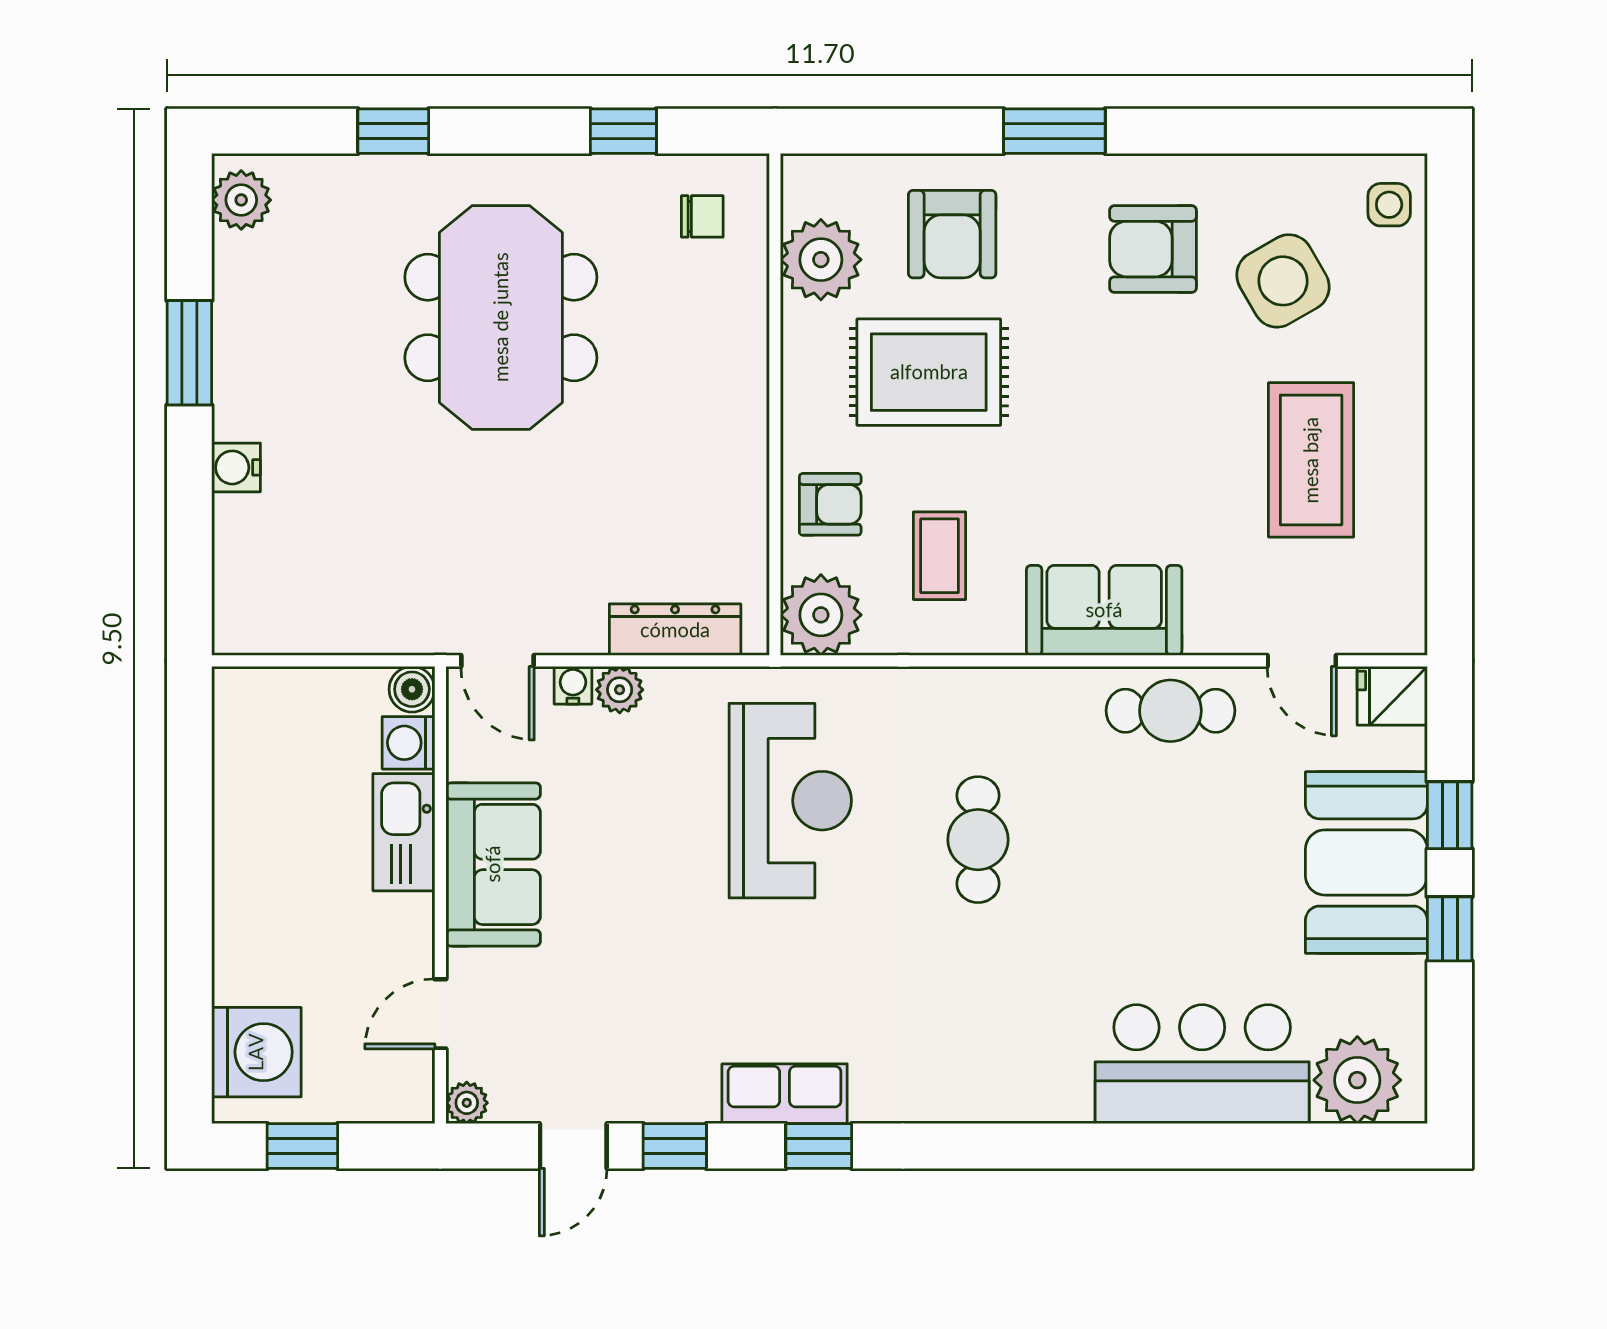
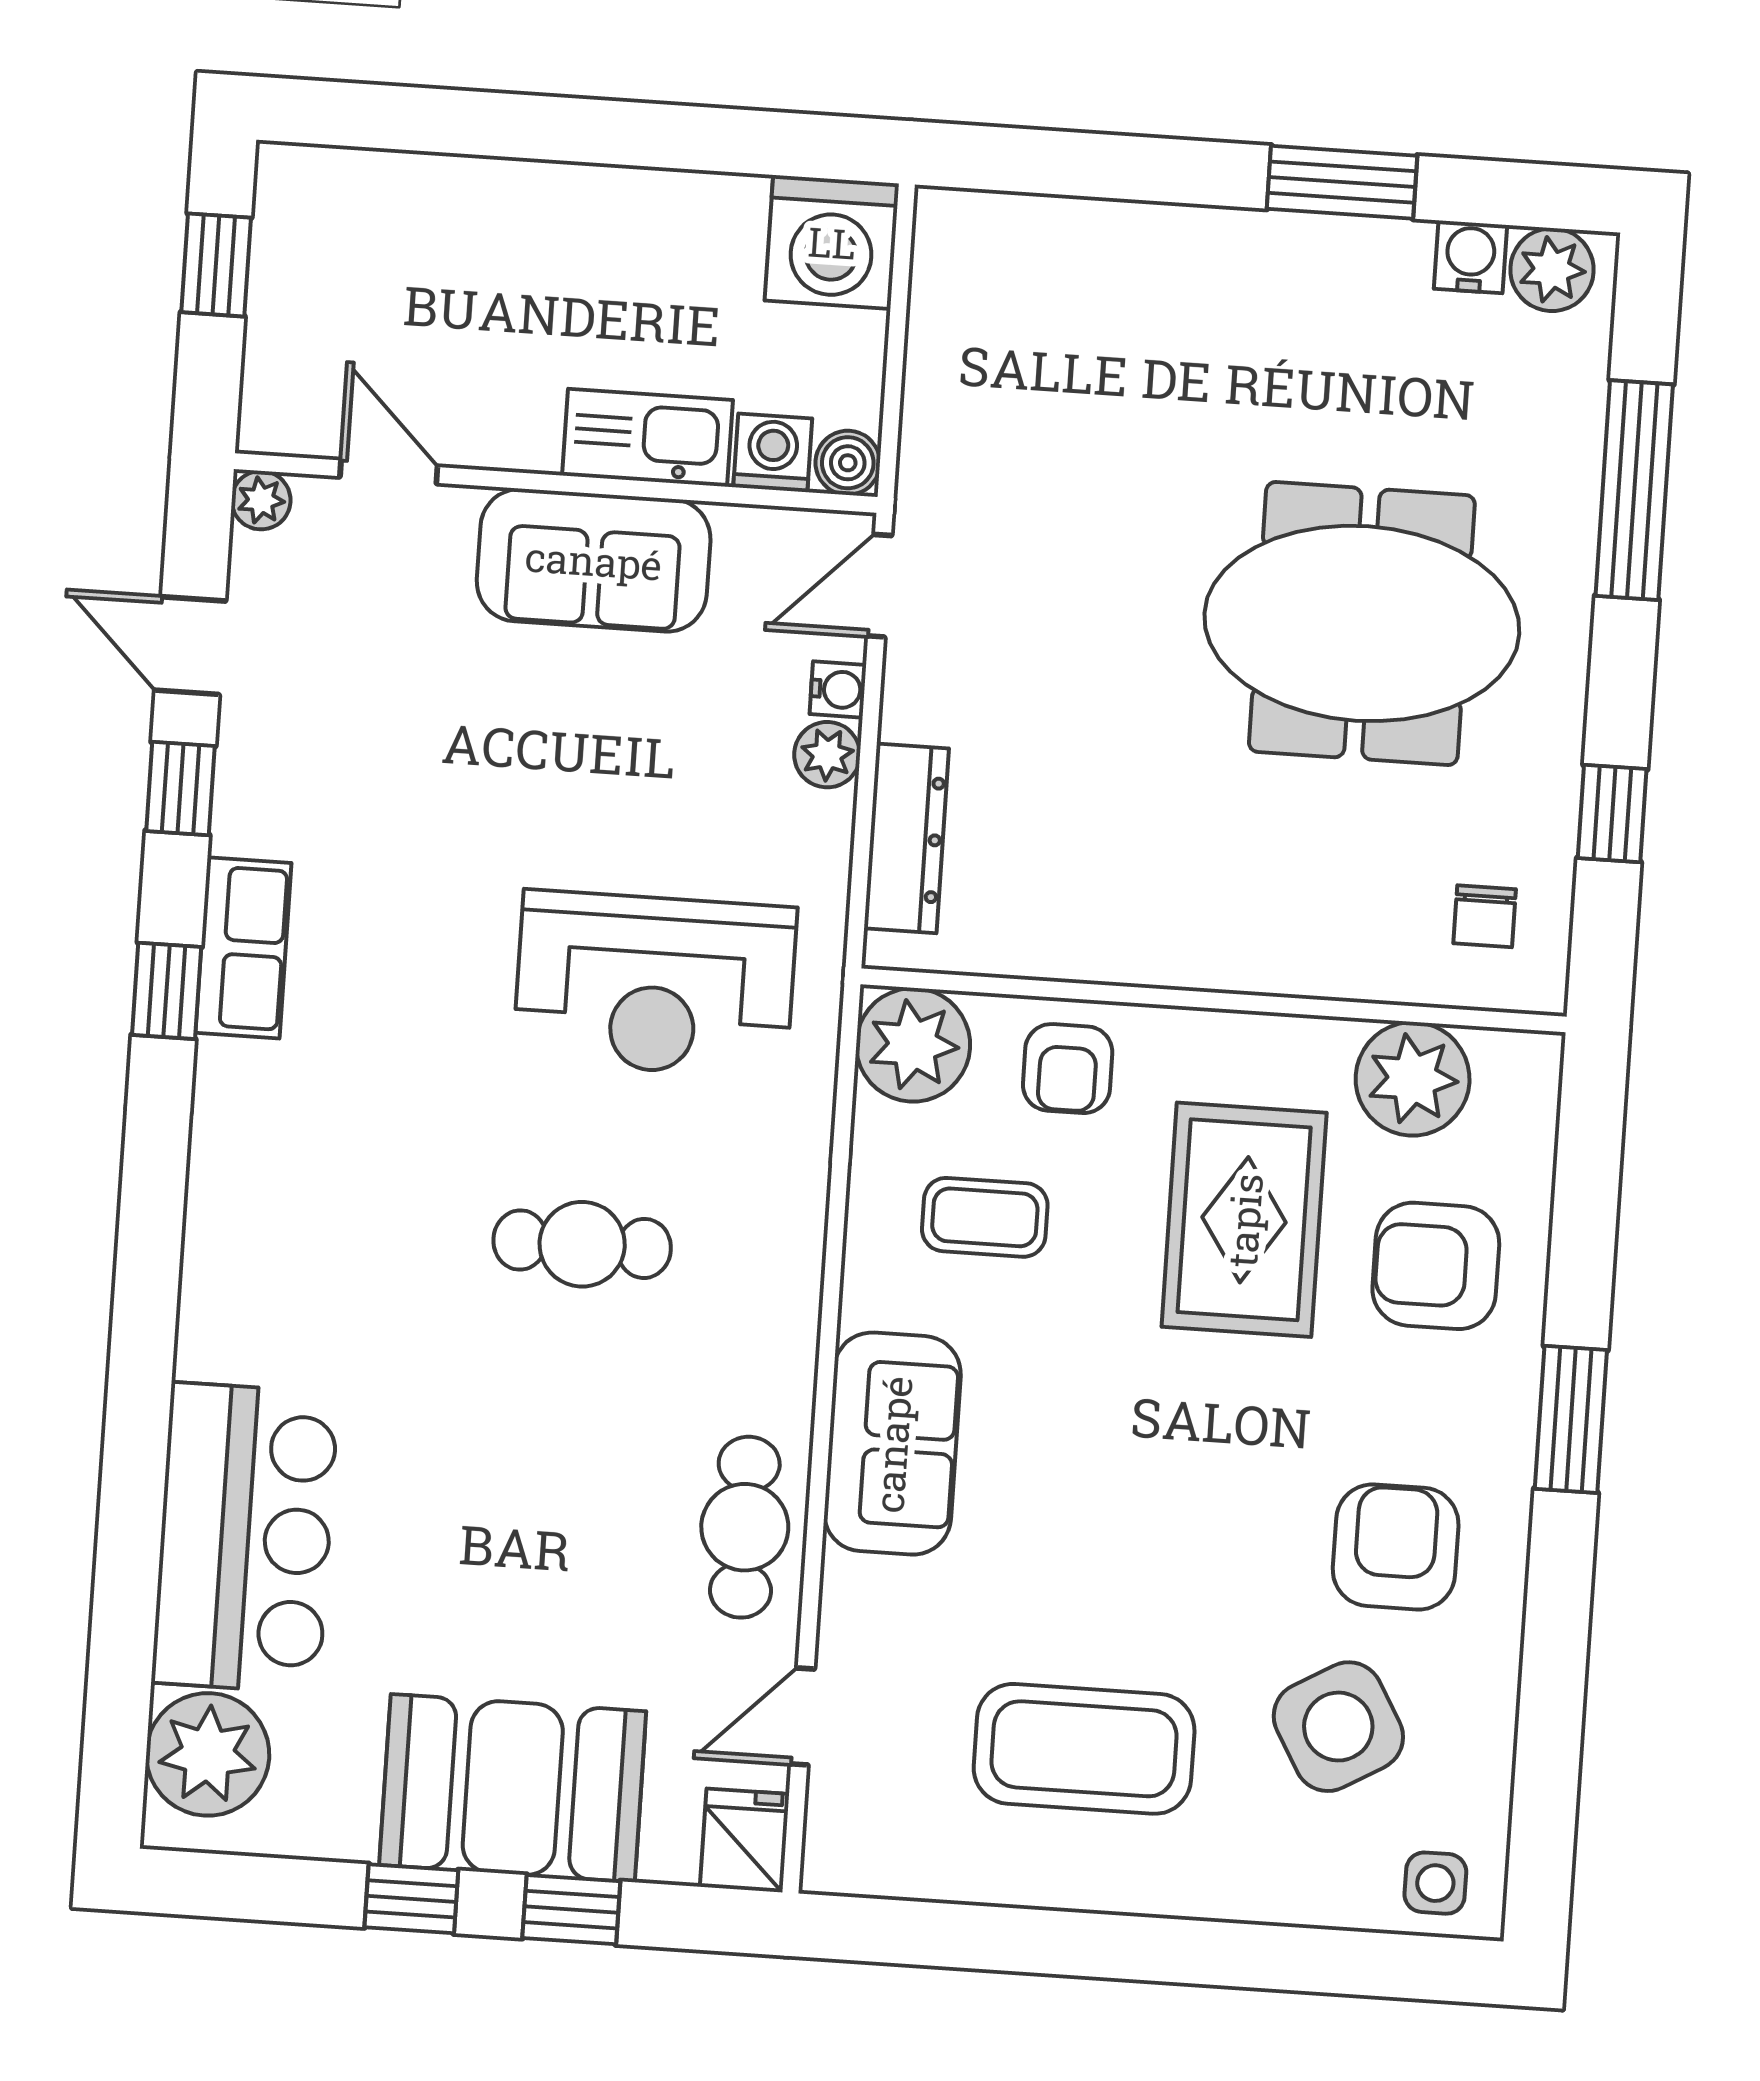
window: (393, 131) -> (1634, 490), width x2.17
water cooler: (236, 467) -> (1470, 257), moved
washing machine: (256, 1052) -> (832, 242), moved

